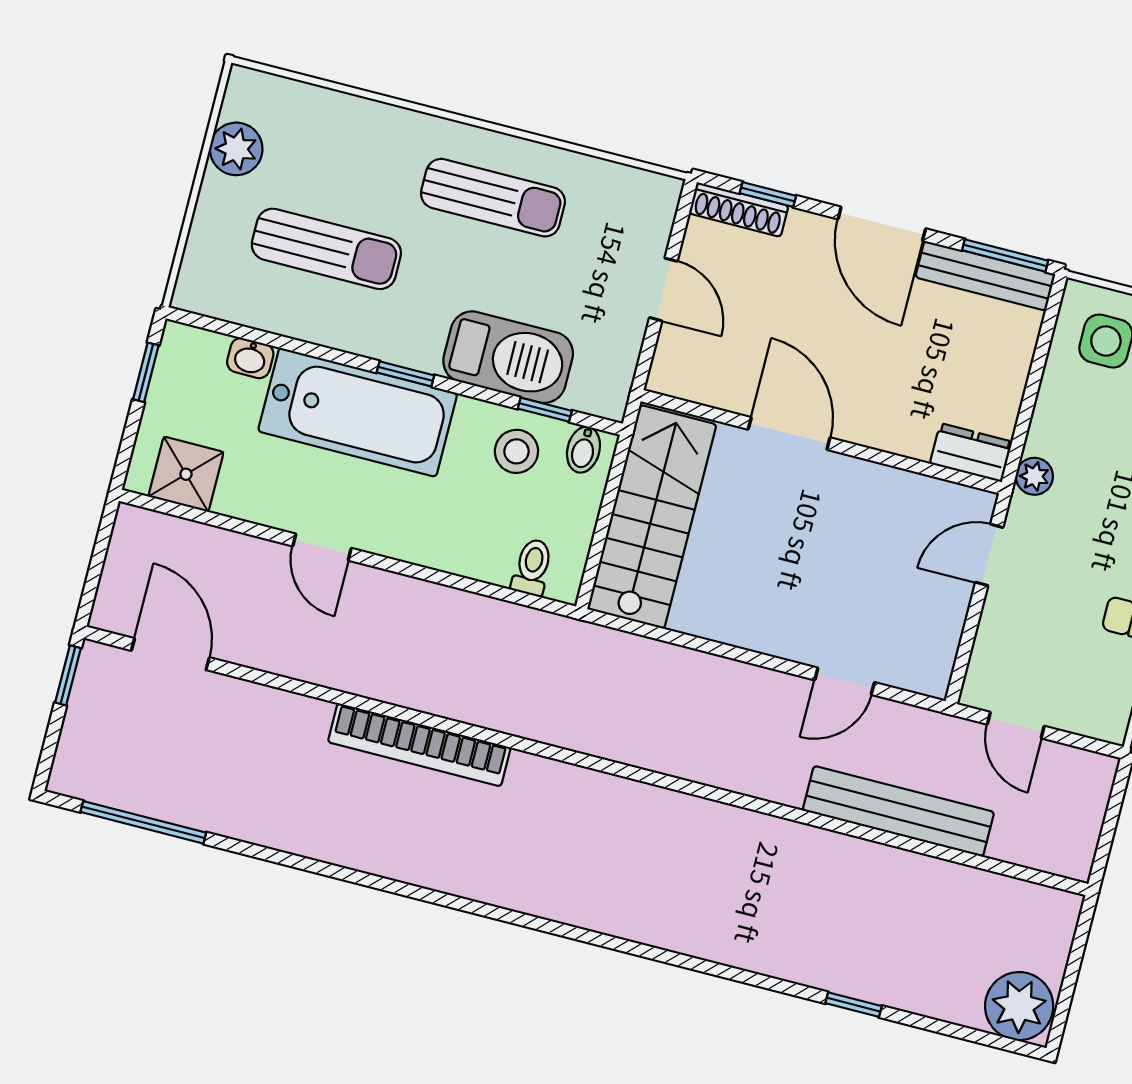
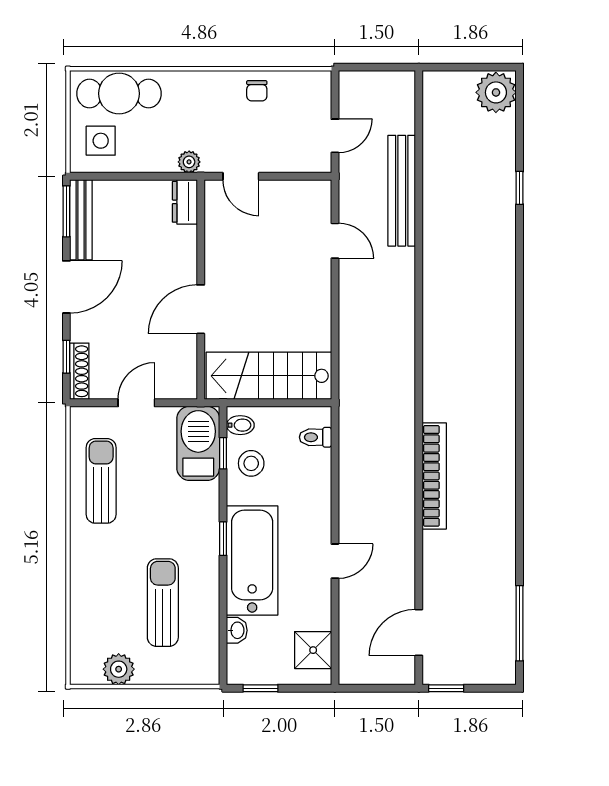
sun lounger: (493, 198) -> (101, 481), moved
barbecue: (508, 357) -> (198, 443), moved

